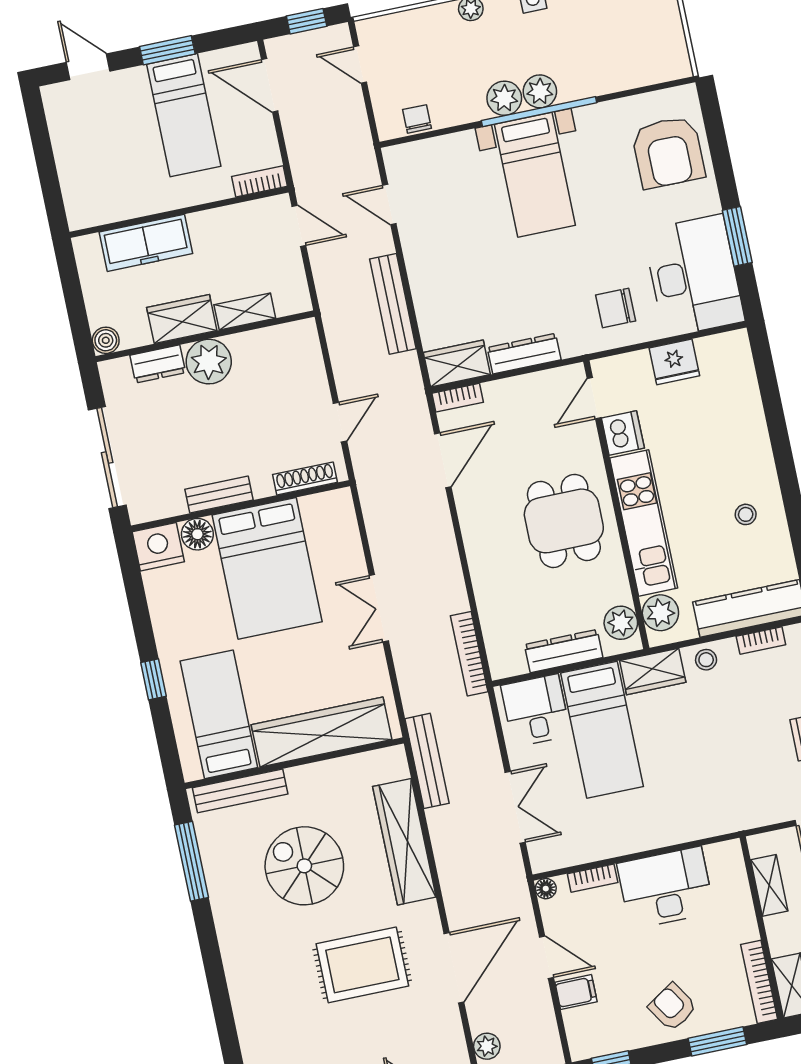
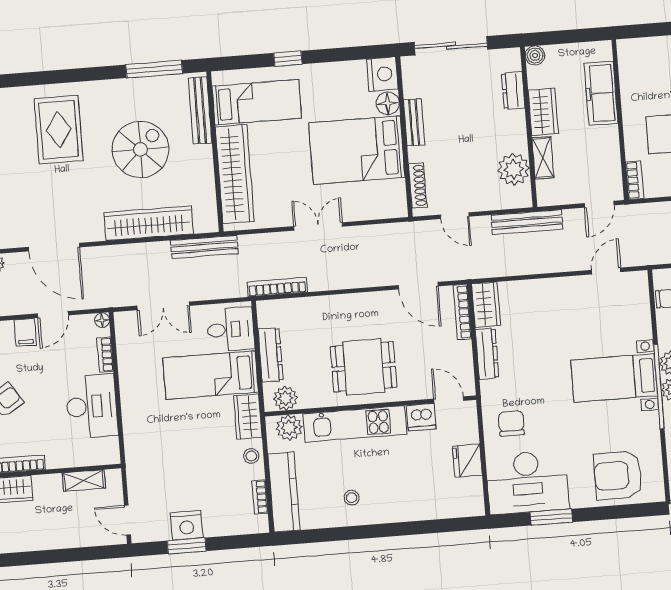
bench: (393, 304) -> (527, 222), moved
plant: (209, 362) -> (514, 169), moved
bookcase: (458, 398) -> (462, 312), width x1.56
rug: (362, 965) -> (59, 130), moved

